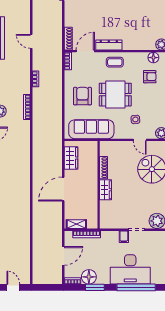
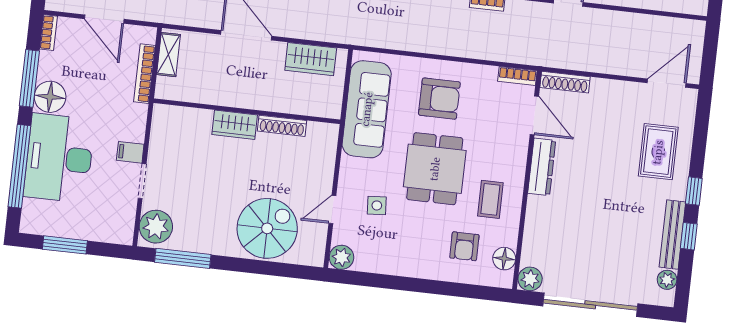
coffee table: (115, 62) -> (490, 199), moved
floor lamp: (89, 277) -> (50, 97), moved
window: (95, 287) -> (29, 78), width x1.44

